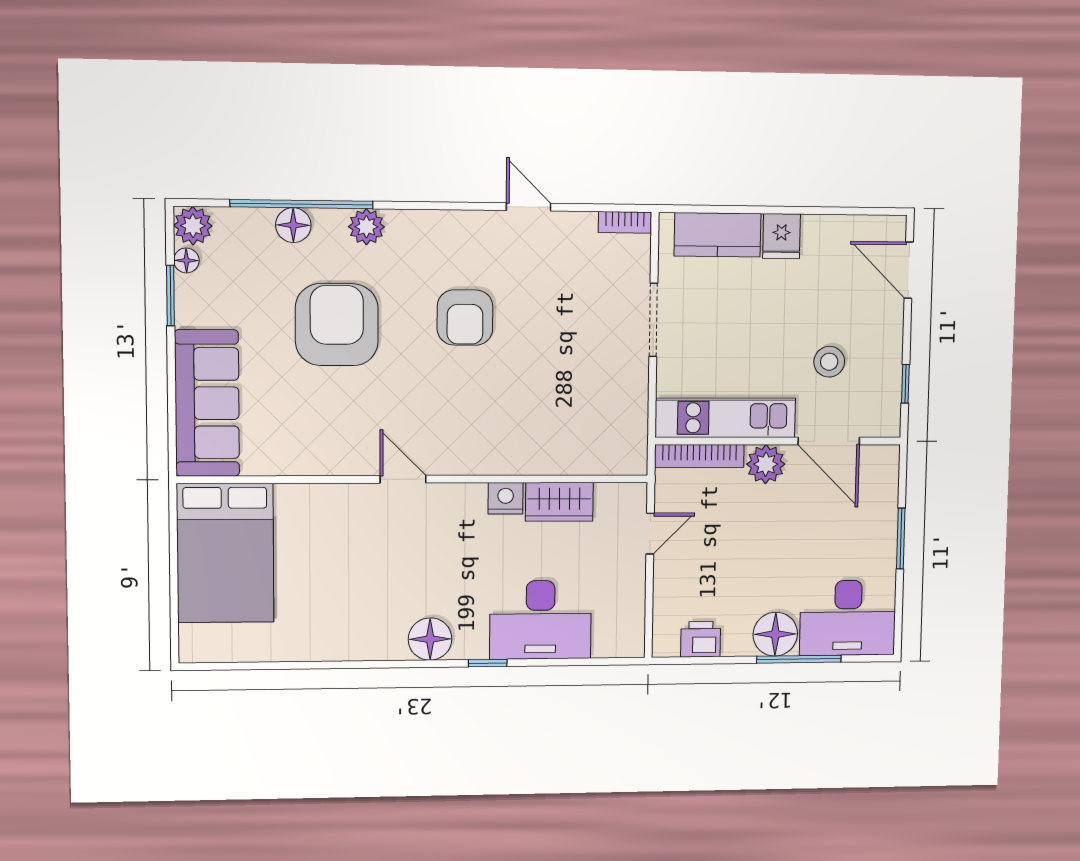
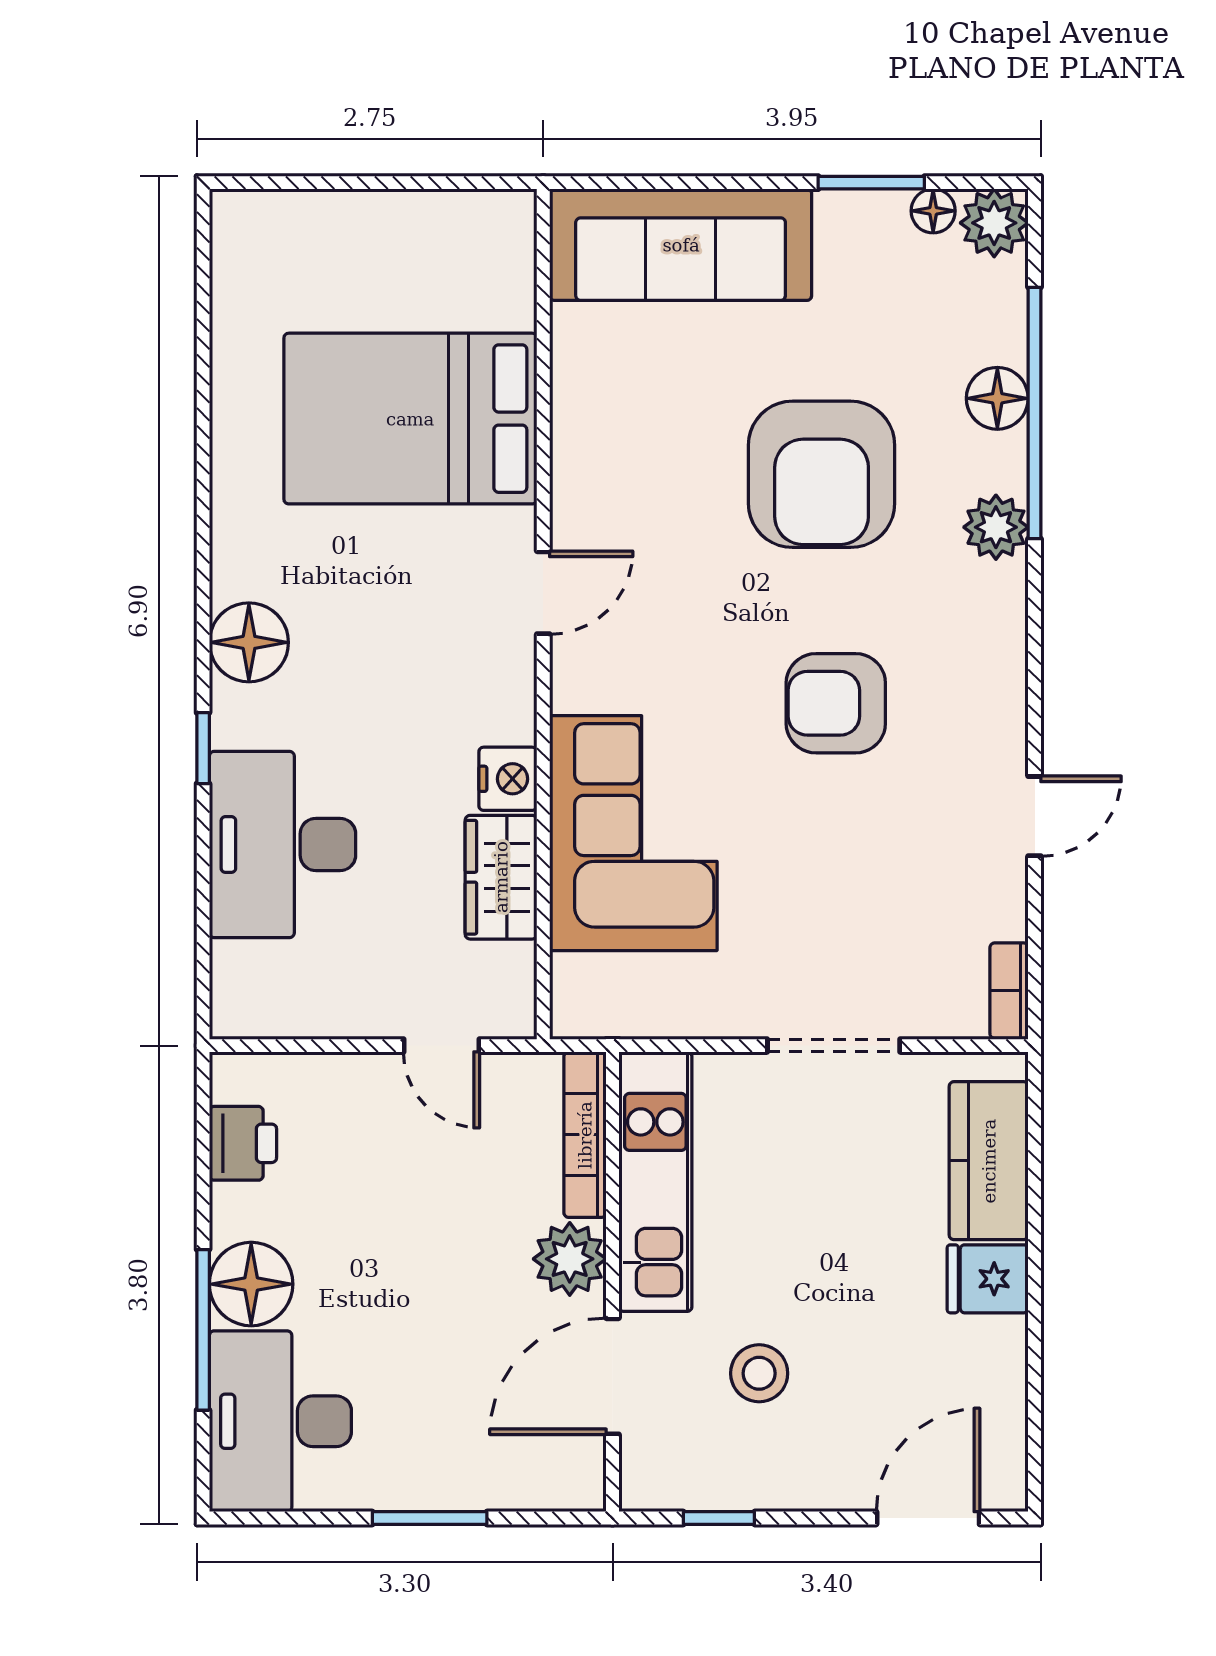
armchair: (337, 325) -> (822, 474), turned 90
corner sofa: (536, 430) -> (633, 833), added
bed: (225, 553) -> (410, 419), moved

